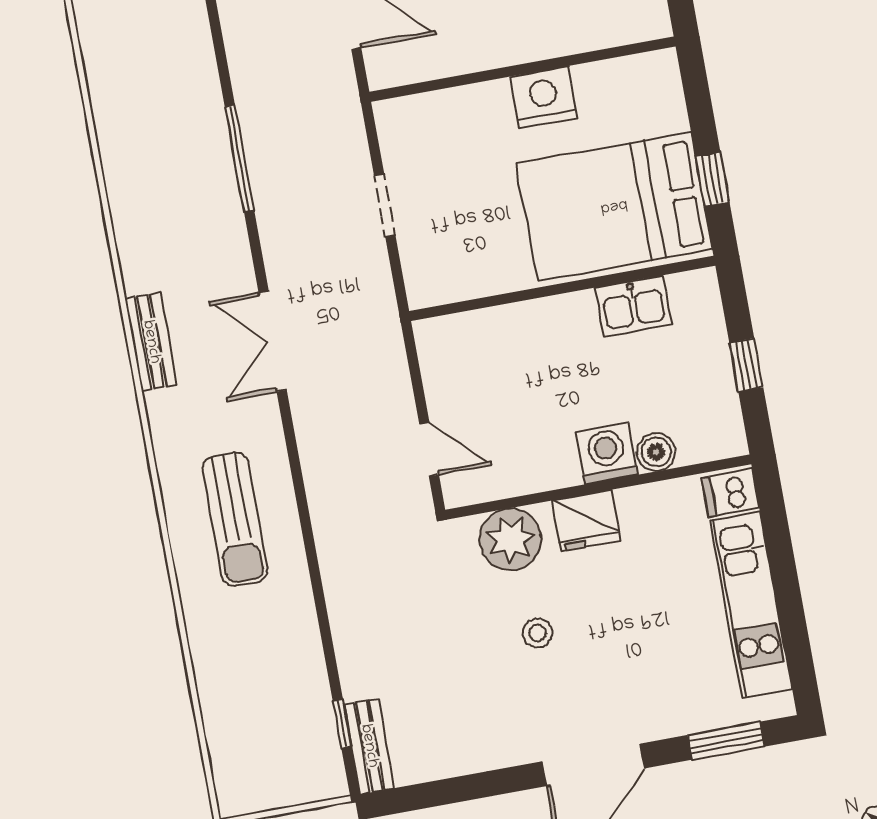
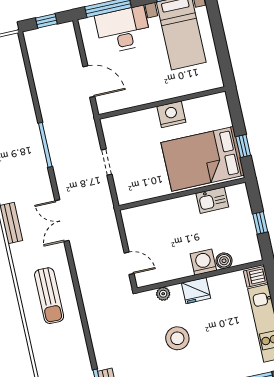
plant: (510, 539) -> (163, 294), width x0.53, depth x0.53
stool: (538, 633) -> (177, 338), width x1.89, depth x1.89

